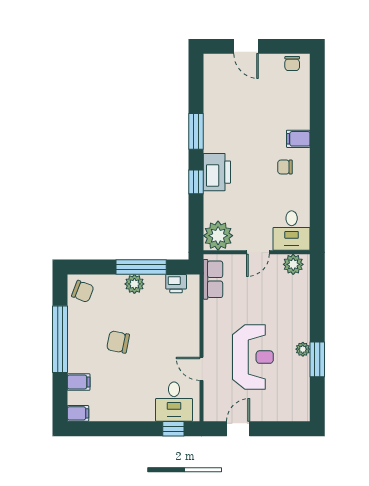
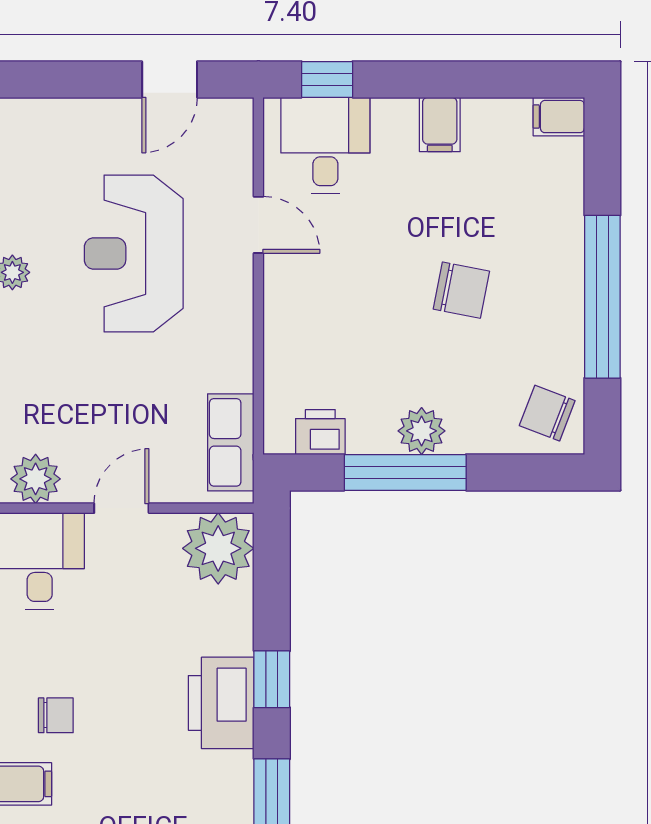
filing cabinet: (79, 382) -> (440, 124), moved, turned -90

